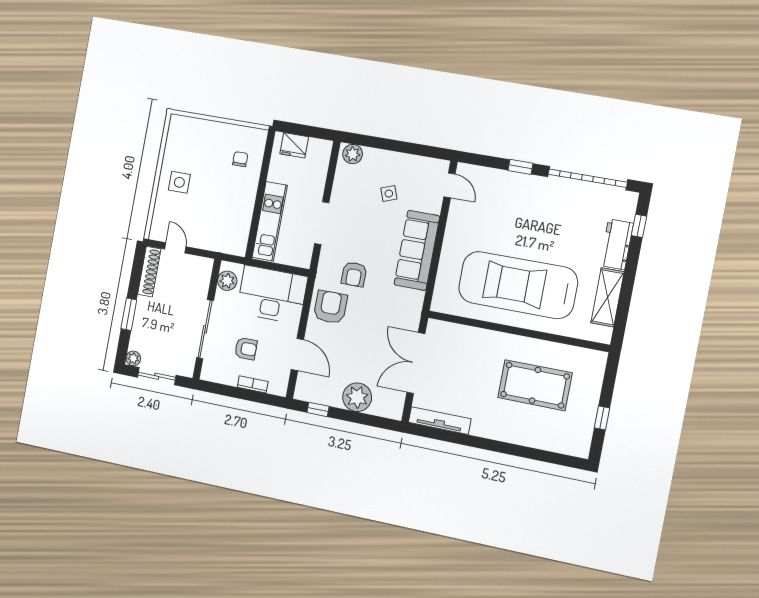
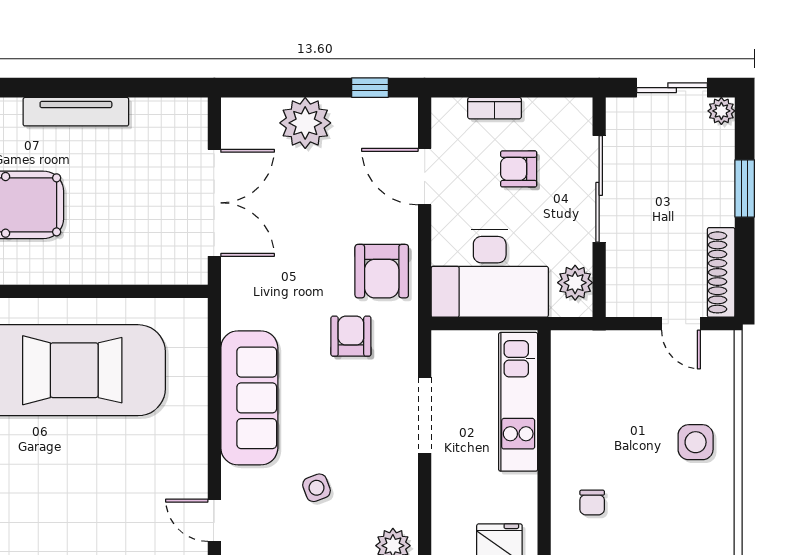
tv unit: (440, 421) -> (76, 112), moved

